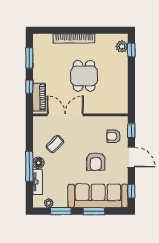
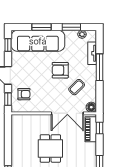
window: (29, 87) -> (100, 128), moved
armchair: (96, 161) -> (60, 70), moved, turned -90
floor lamp: (38, 163) -> (91, 107), moved

